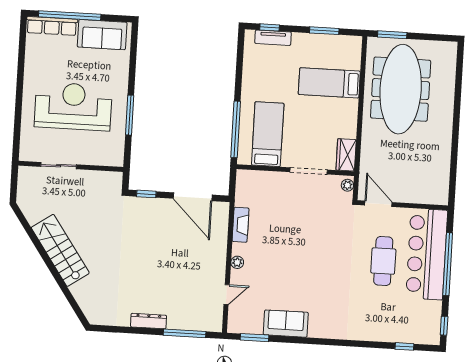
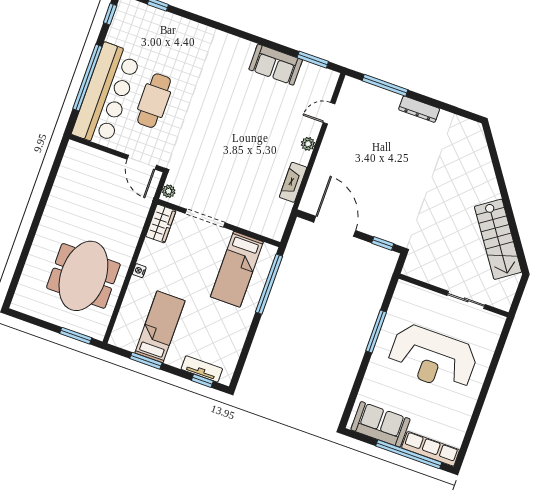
bed: (329, 83) -> (160, 327), moved, turned -90
meeting table: (401, 89) -> (83, 276), width x0.73
nightstand: (353, 108) -> (139, 271), added
stairs: (60, 250) -> (498, 239), moved

